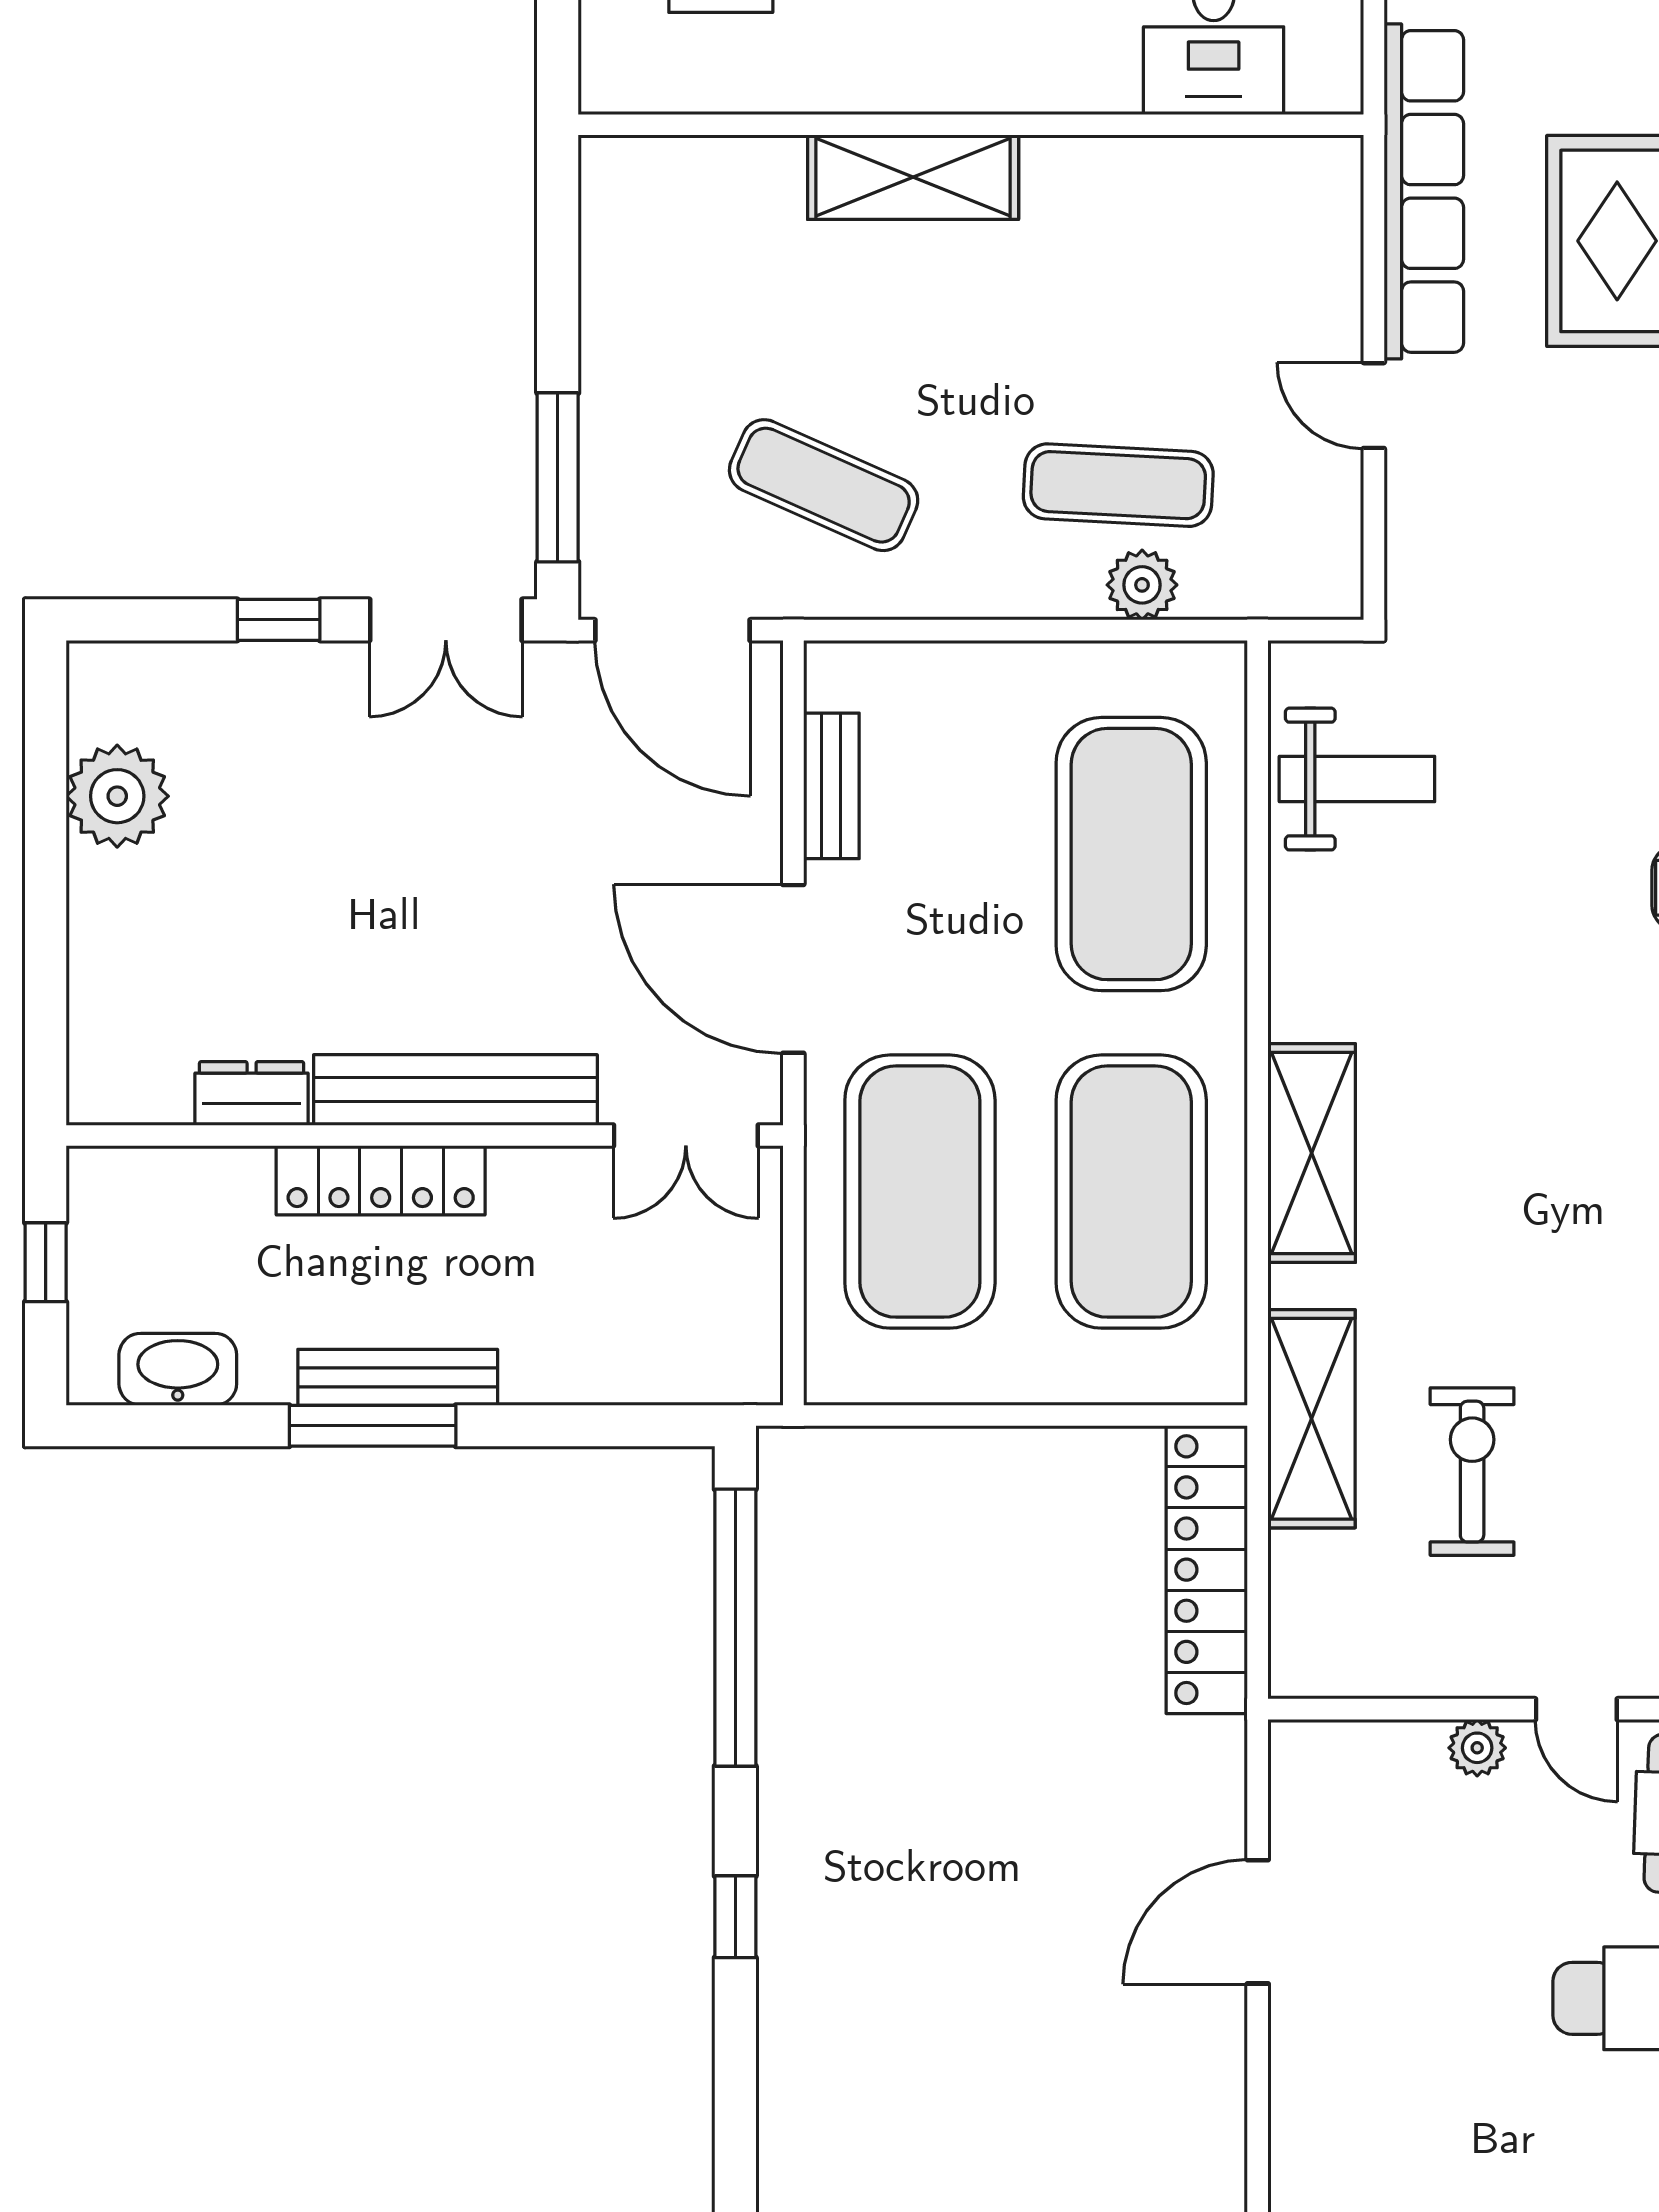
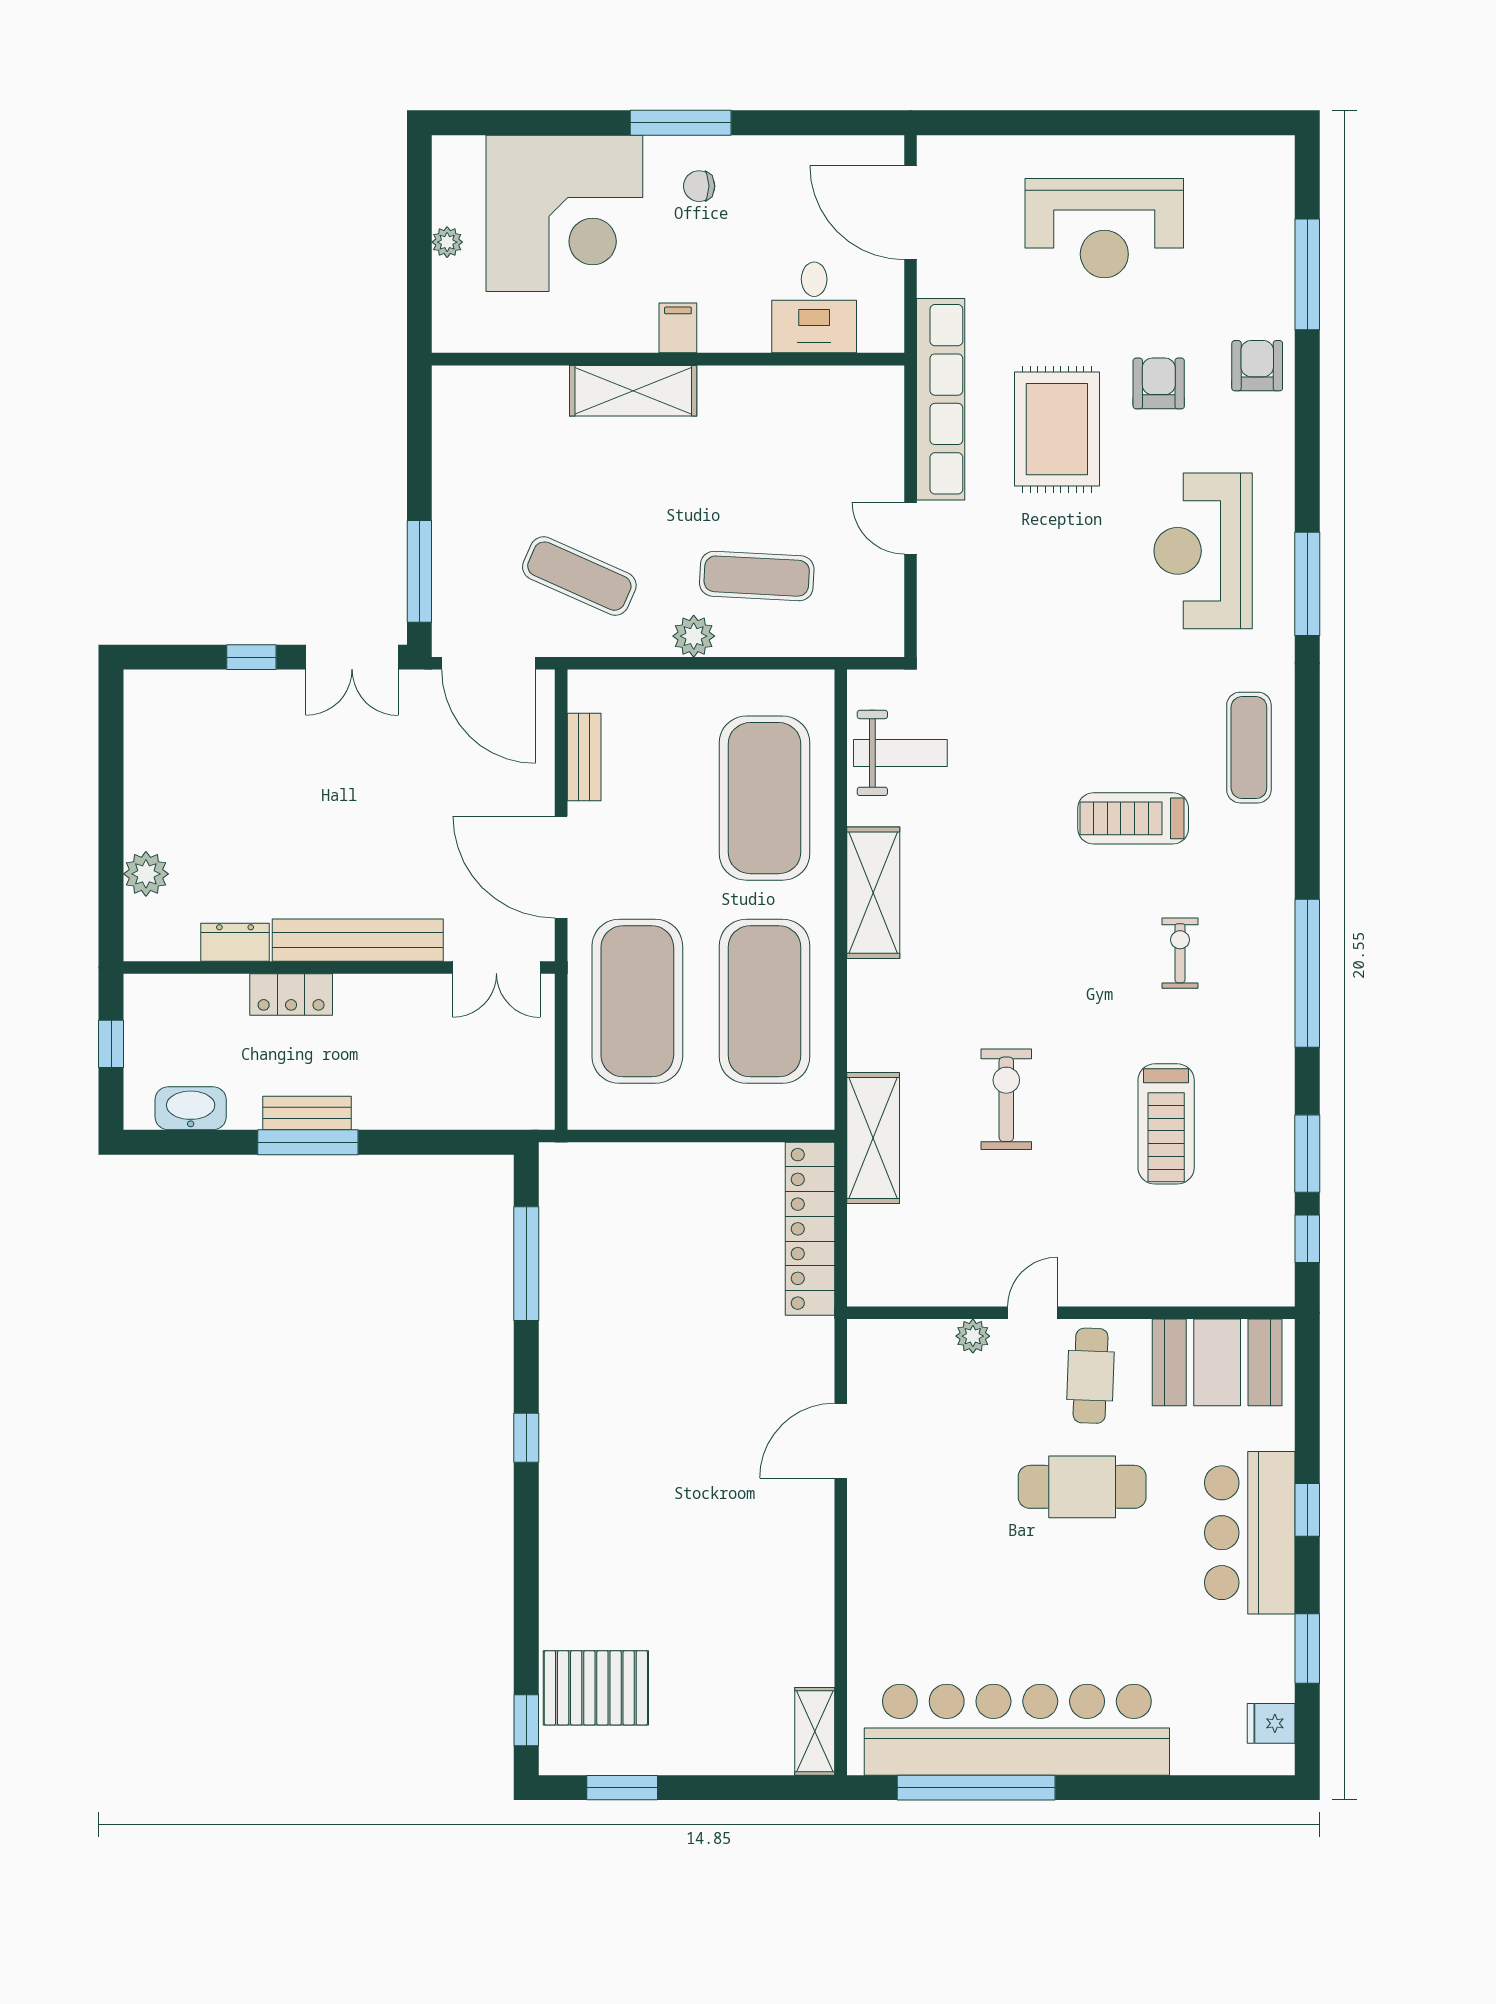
filing cabinet: (987, 73) -> (678, 328), added
plant: (1142, 585) -> (694, 636), moved
plant: (117, 796) -> (146, 874), moved, width x0.73, depth x0.73
shelving: (1312, 1153) -> (873, 893), moved
locker: (381, 1180) -> (291, 994), width x0.66
bench: (398, 1377) -> (307, 1113), width x0.73
exercise bike: (1472, 1472) -> (1006, 1099), moved
window: (735, 1628) -> (526, 1264), width x0.68
door: (1576, 1709) -> (1032, 1313), swing flipped

